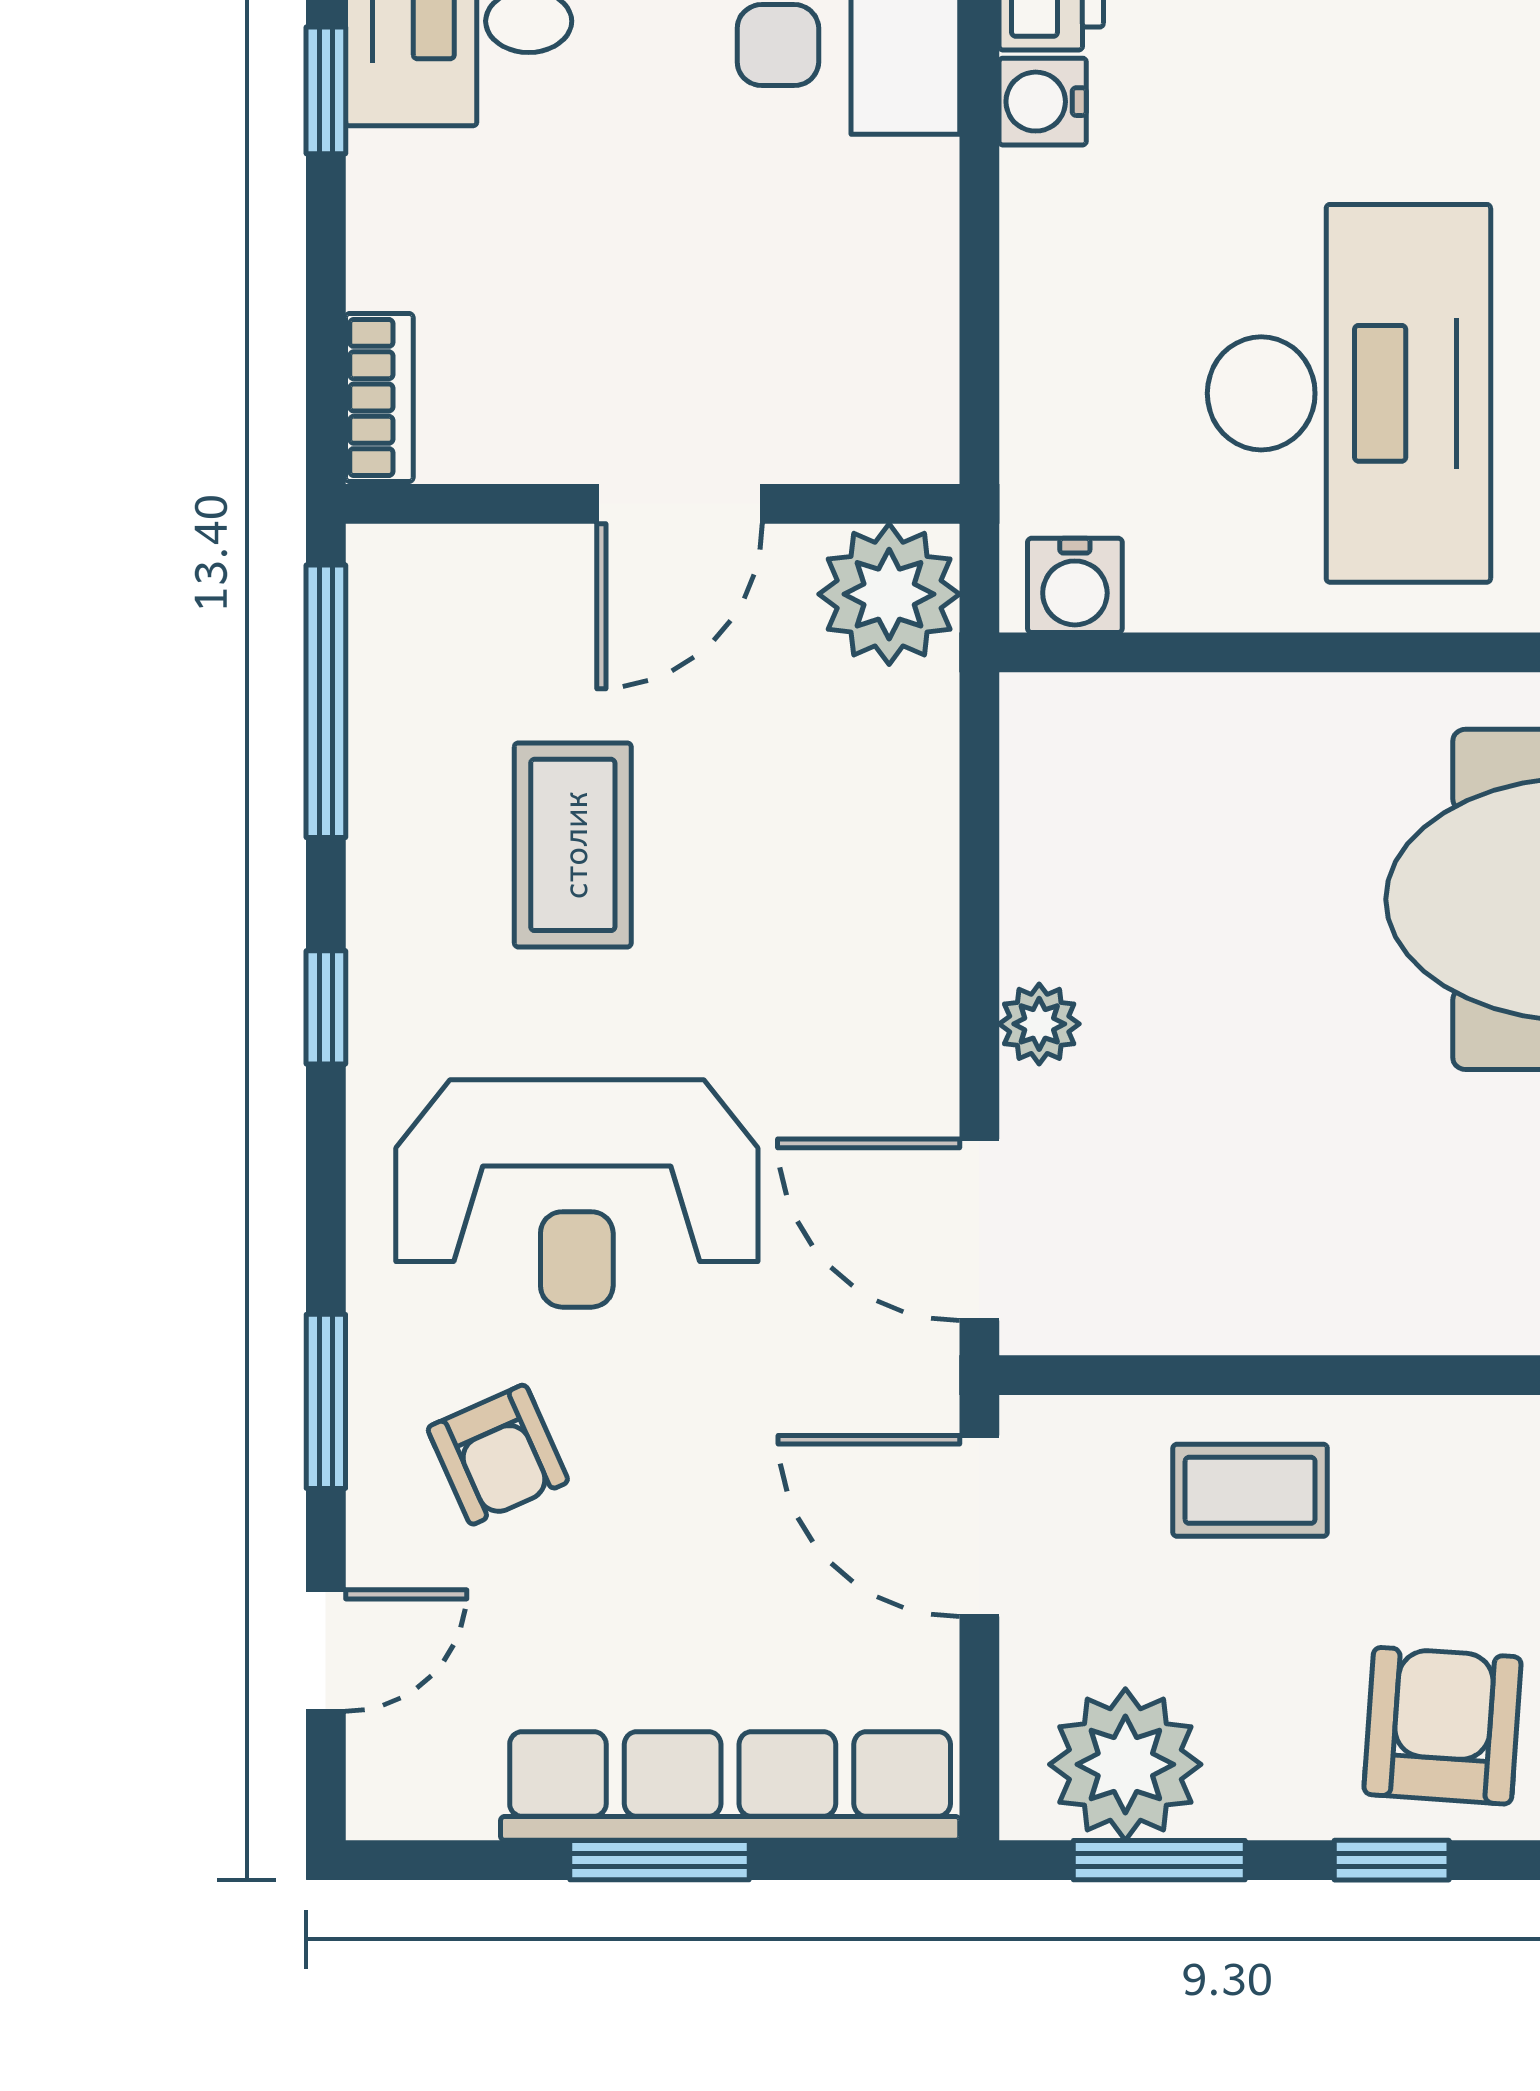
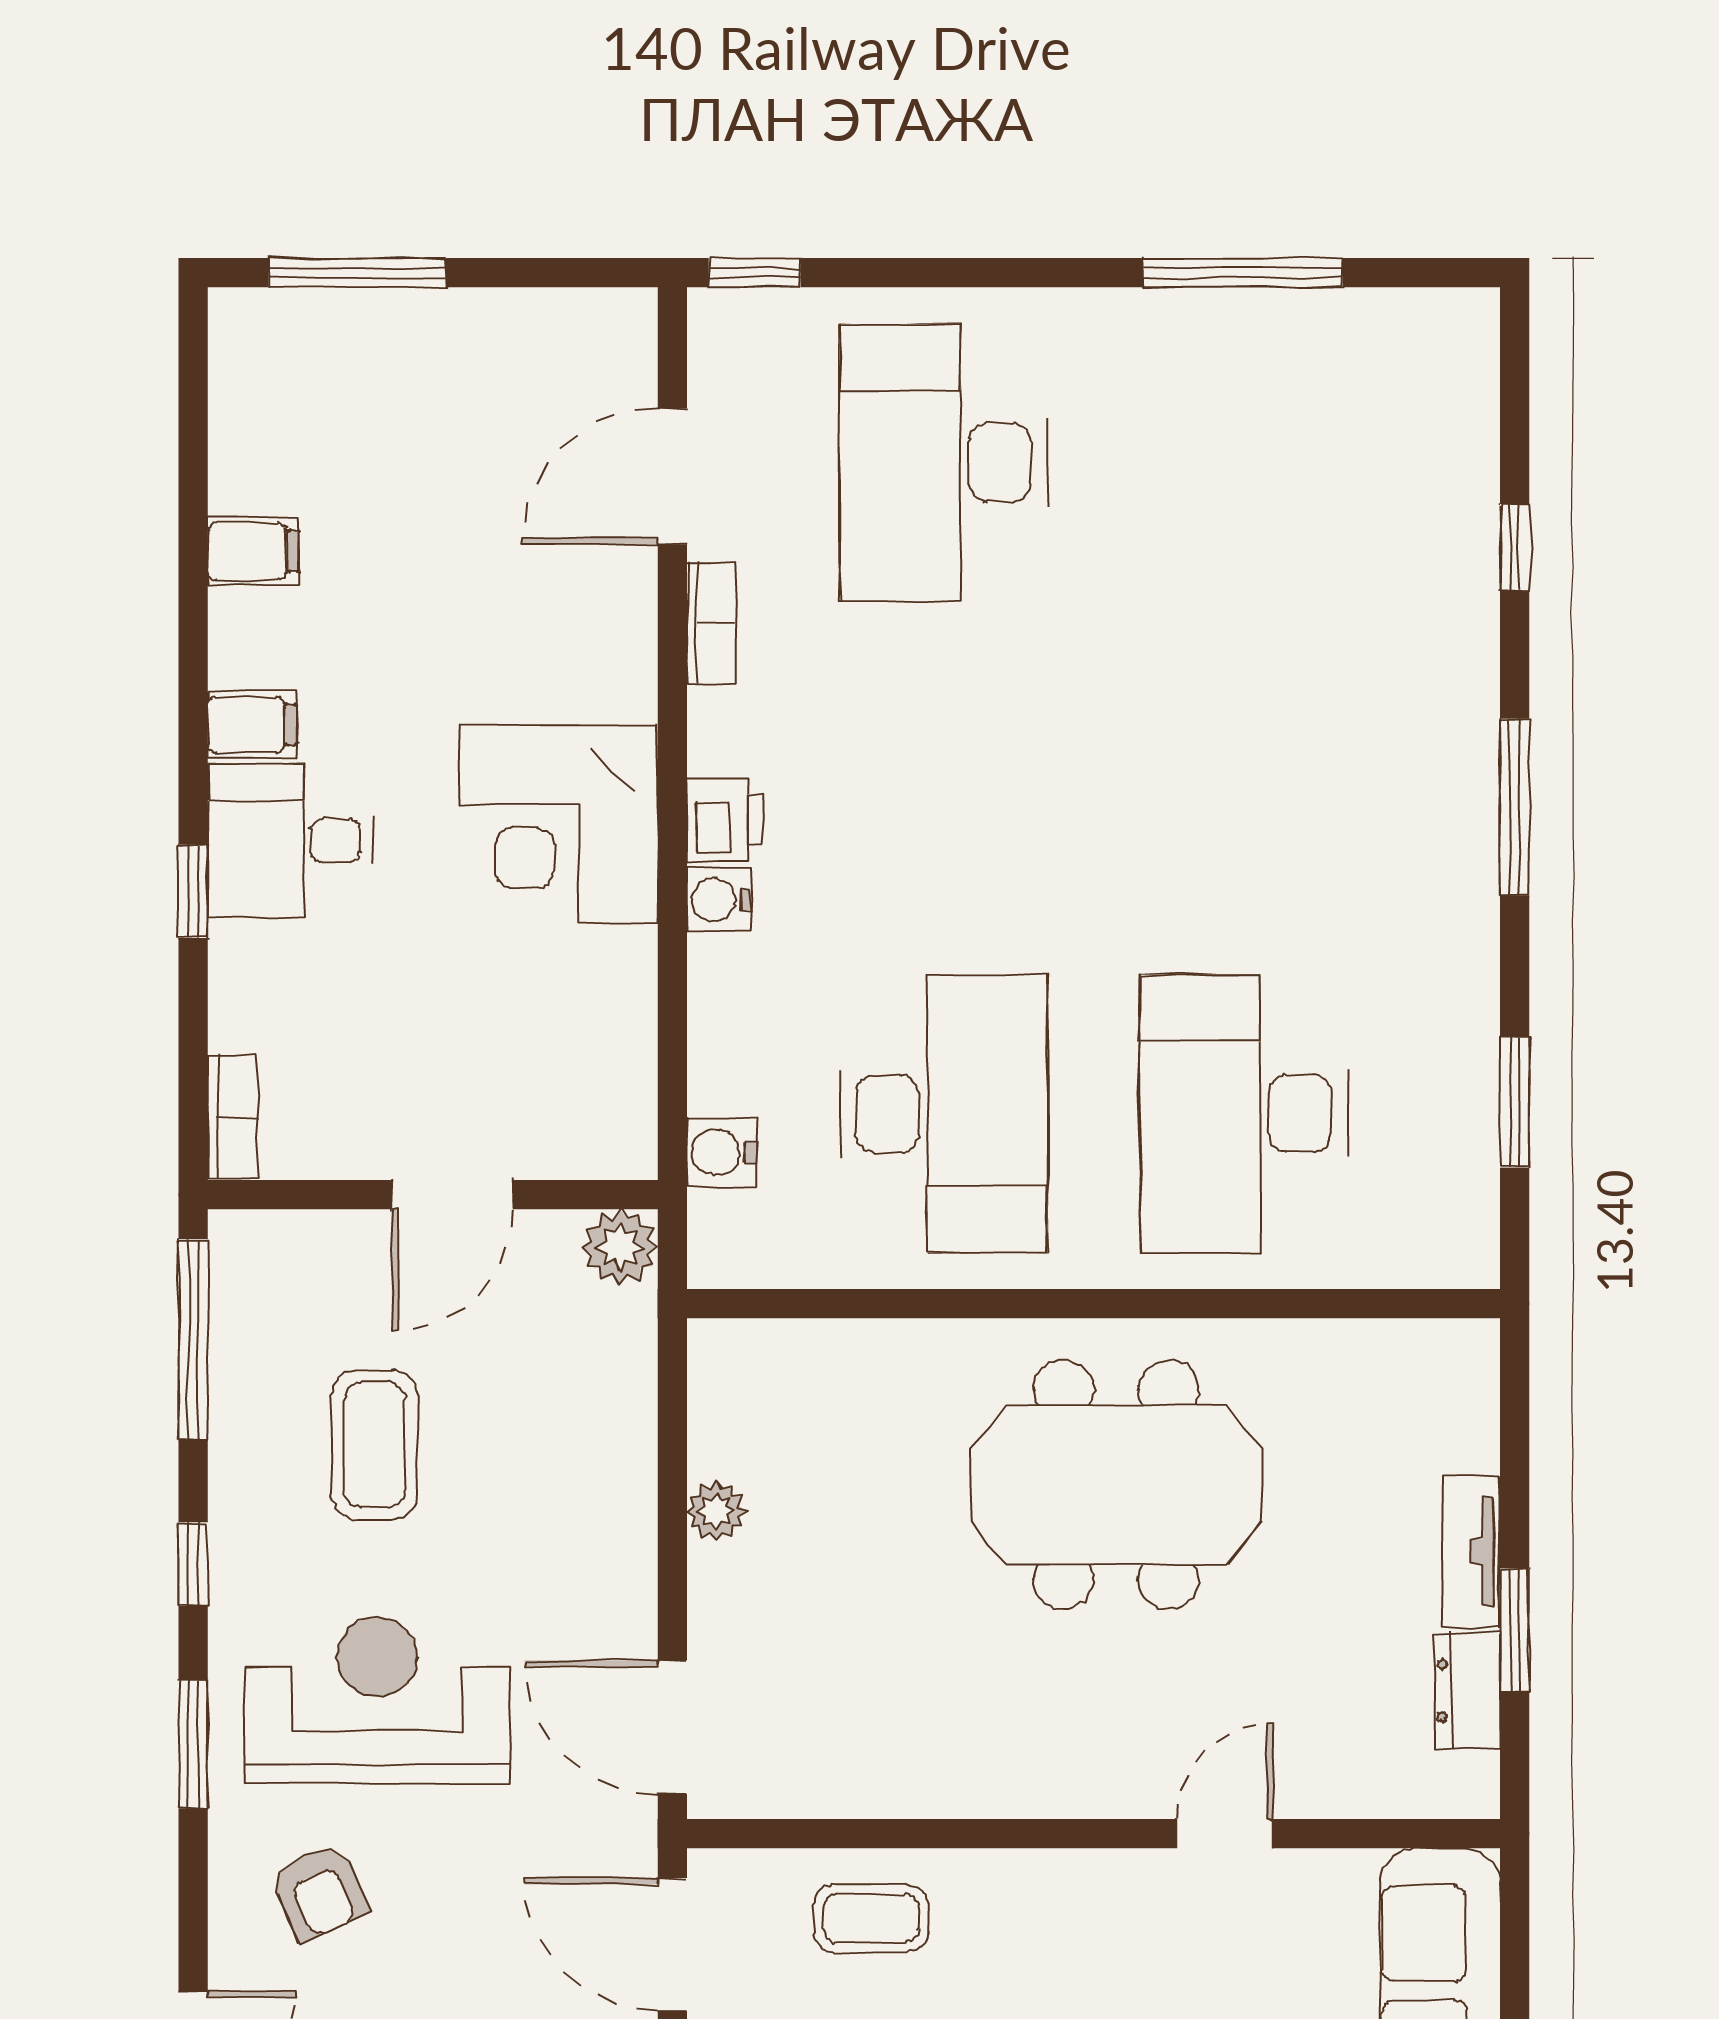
water cooler: (1075, 585) -> (722, 1152), moved, turned 90
plant: (889, 594) -> (620, 1247), width x0.73, depth x0.73
plant: (1039, 1024) -> (716, 1511), moved
reception desk: (577, 1193) -> (377, 1700), turned 180
window: (326, 1401) -> (193, 1744), moved

